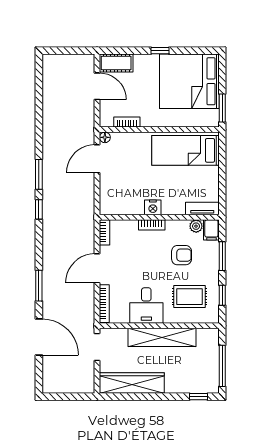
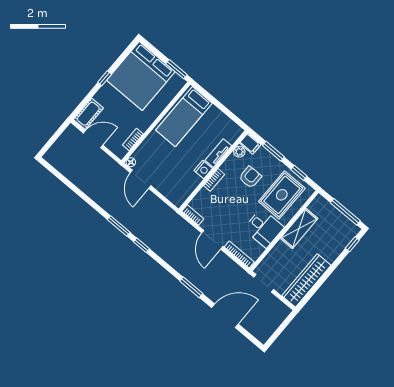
tv unit: (202, 209) -> (218, 153), moved
rug: (190, 297) -> (282, 195), width x1.36, depth x1.43
shelving: (162, 337) -> (299, 228), width x0.68

